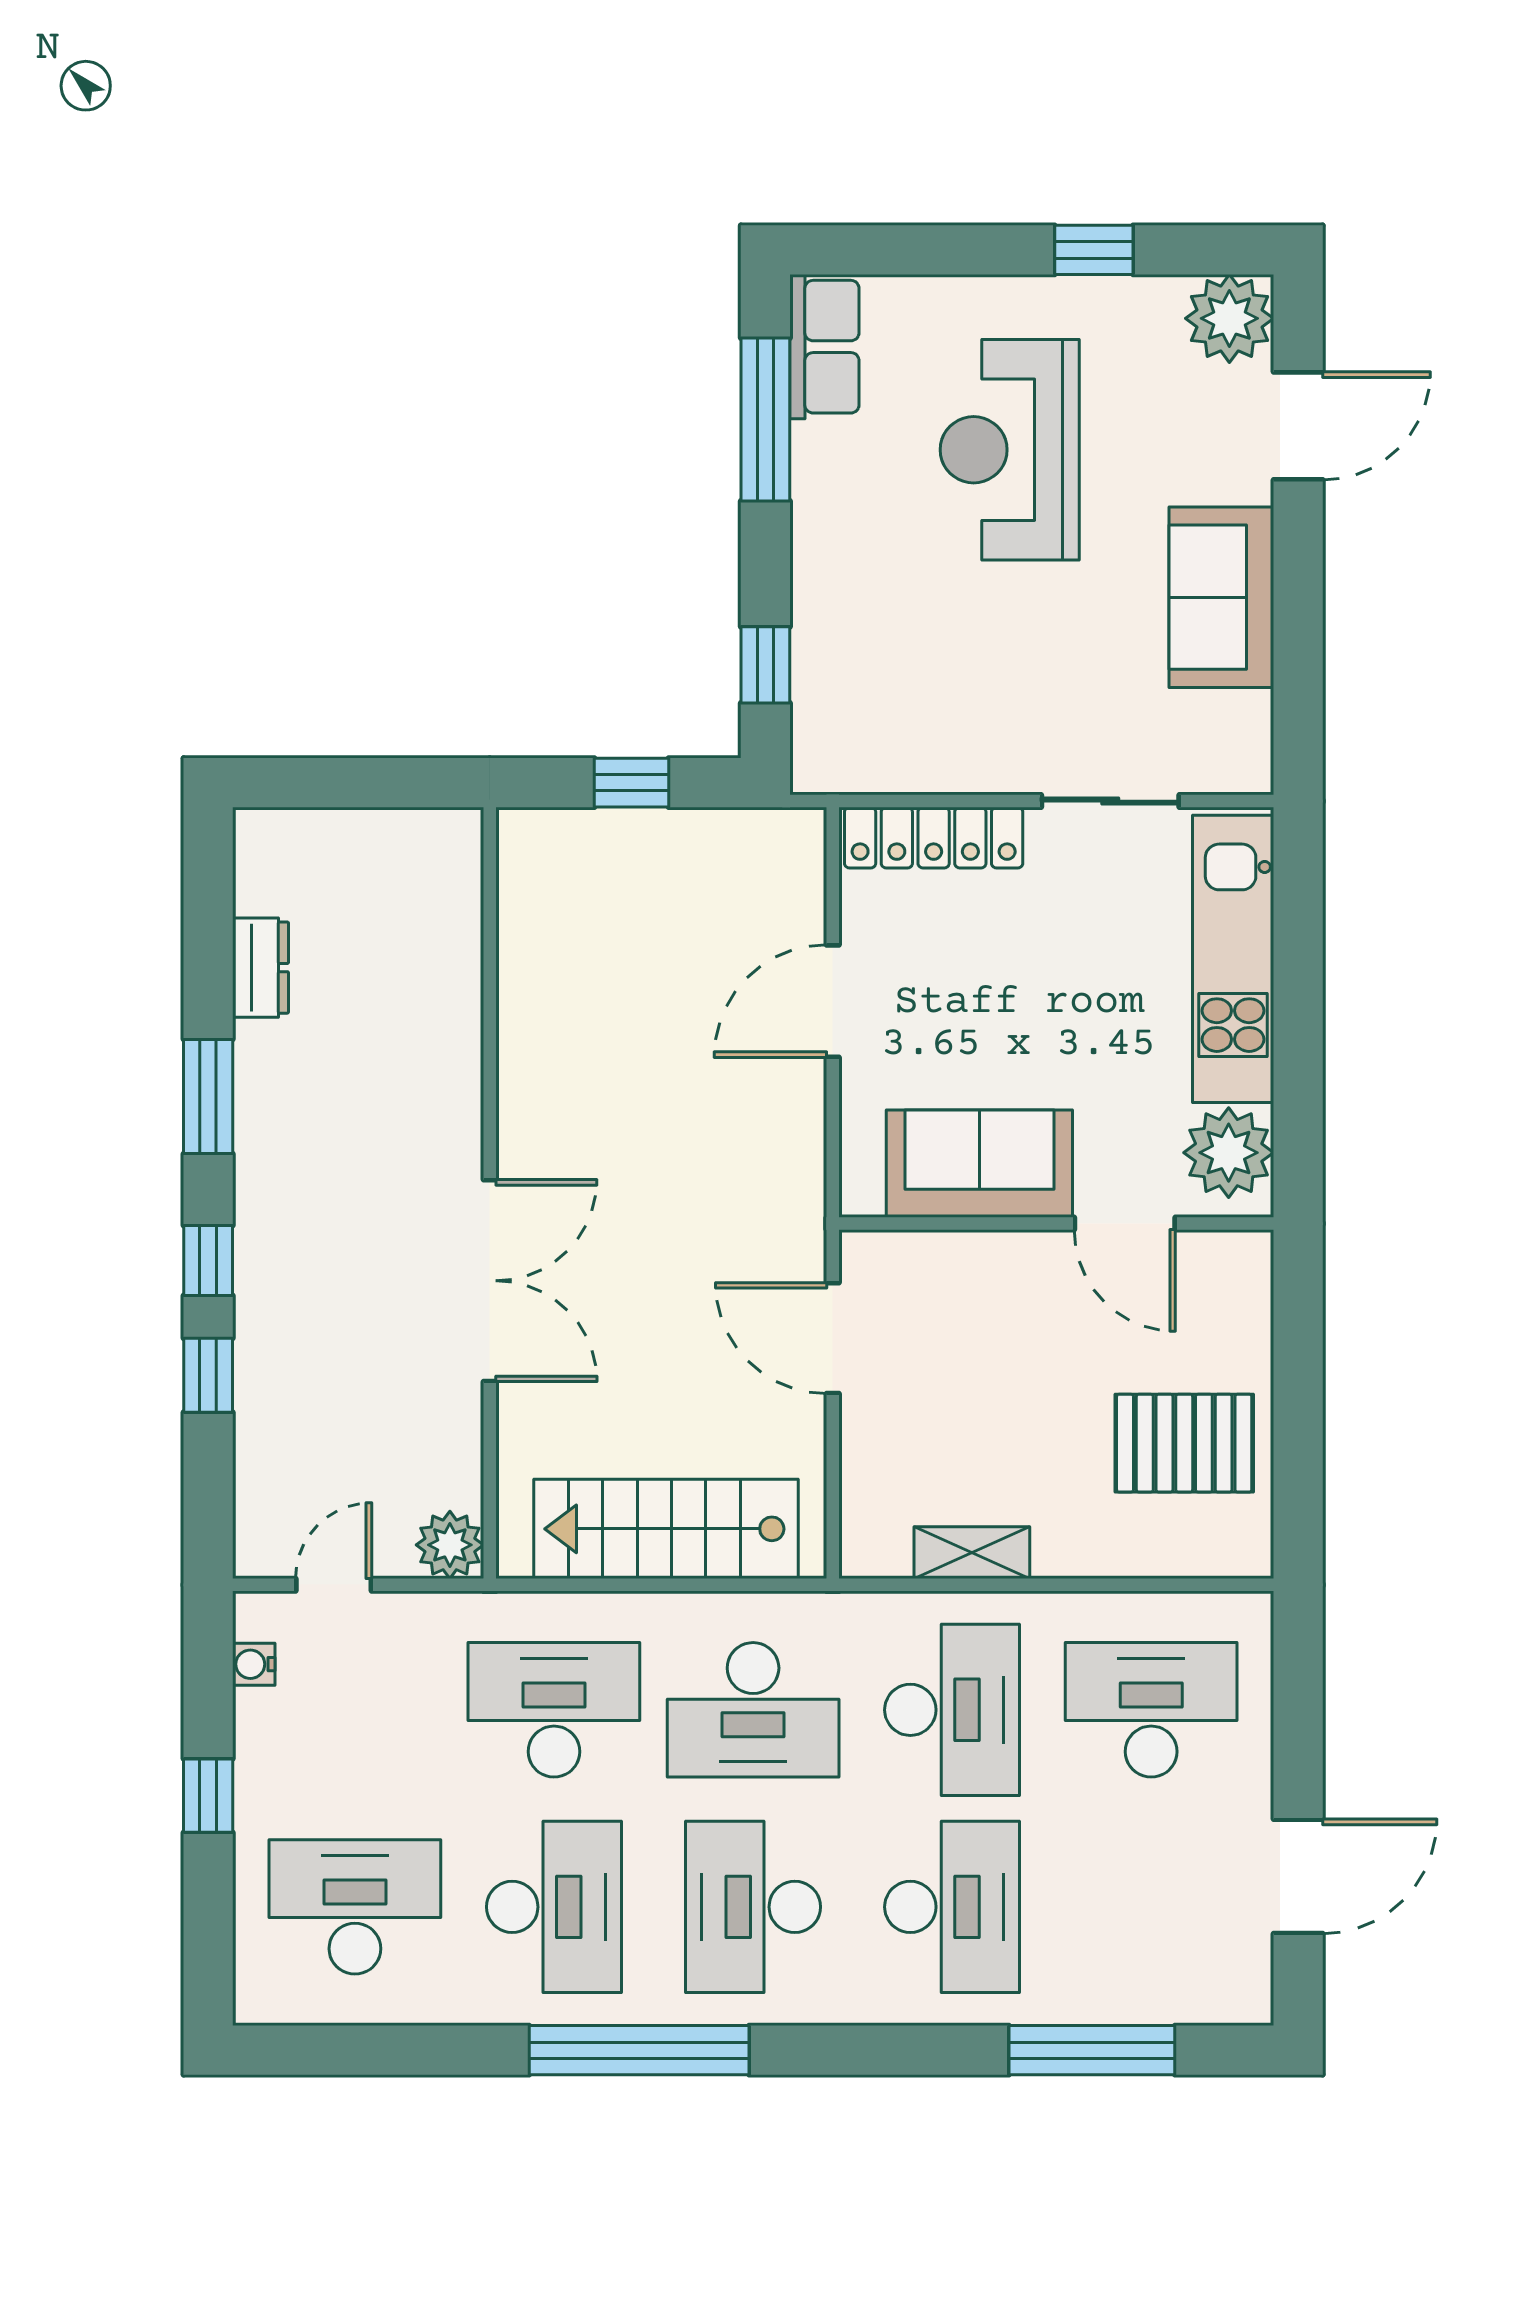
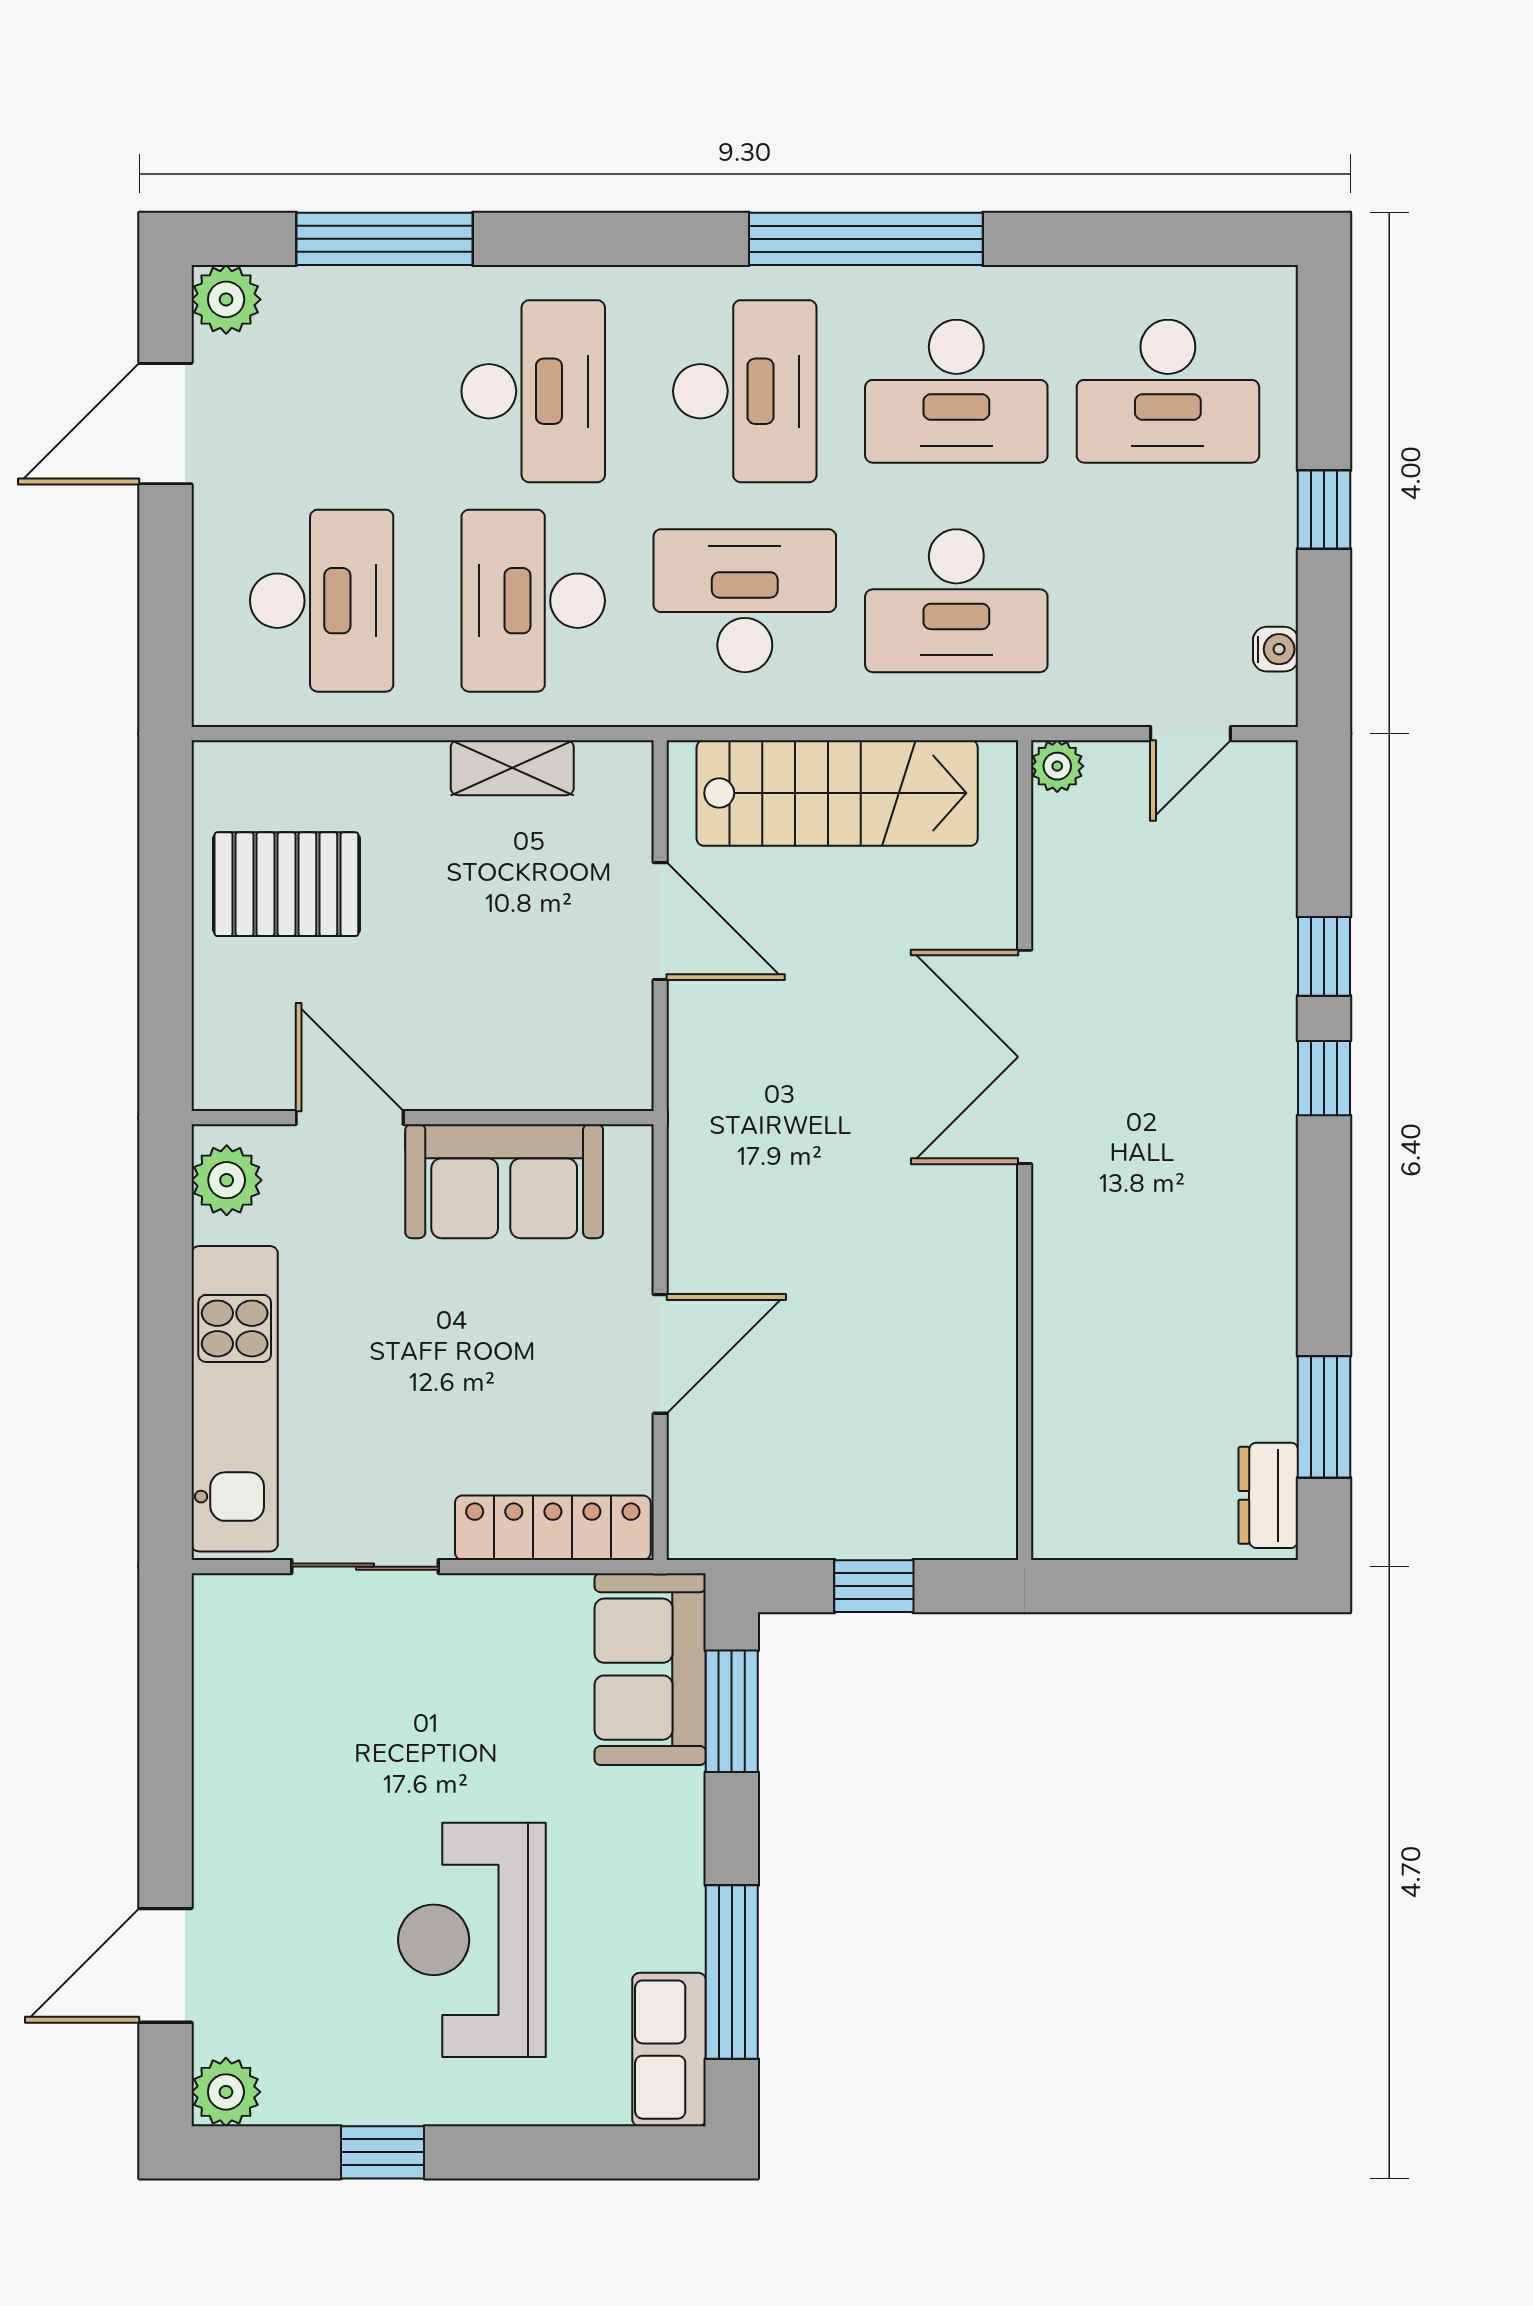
plant: (1229, 318) -> (226, 2092), width x0.73, depth x0.73
reception desk: (1010, 450) -> (472, 1940), turned 180
sofa: (1221, 597) -> (650, 1669), moved, turned 180
window: (765, 665) -> (732, 1711), width x1.50
dresser: (260, 968) -> (1268, 1495), moved
window: (208, 1097) -> (1324, 1417), moved
plant: (1229, 1153) -> (227, 1180), width x0.73, depth x0.73
door: (833, 1338) -> (660, 921), moved
plant: (450, 1545) -> (1057, 766), width x0.73, depth x0.73
desk: (1151, 1710) -> (322, 601), turned -90
desk: (554, 1907) -> (956, 391), turned -90
desk: (952, 1907) -> (533, 391), turned 180
plant: (1241, 1993) -> (226, 299), added

